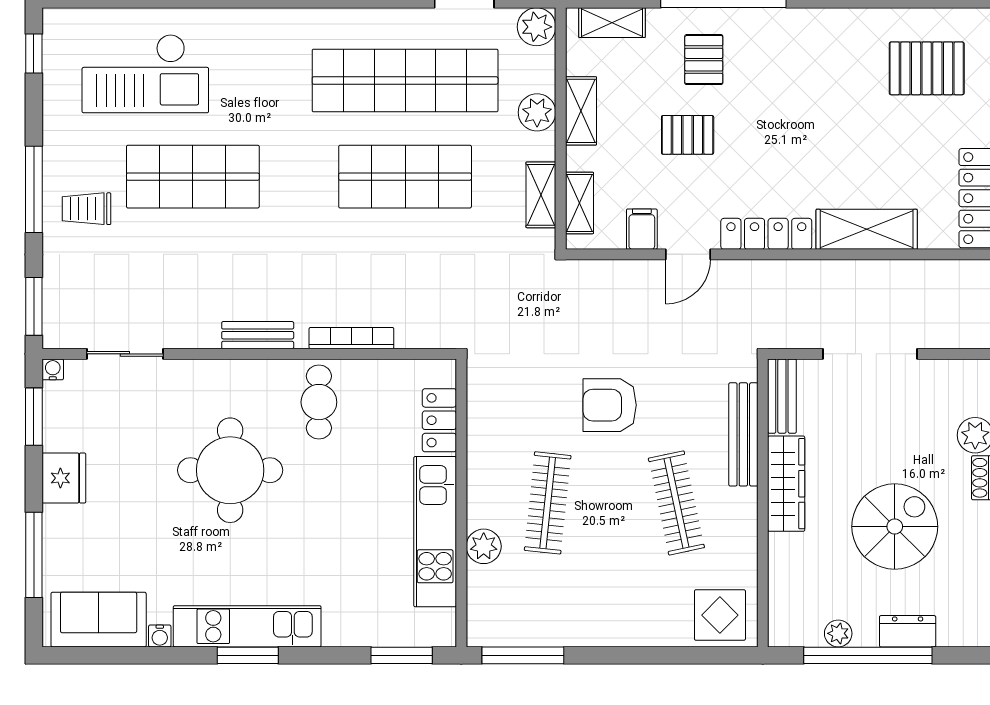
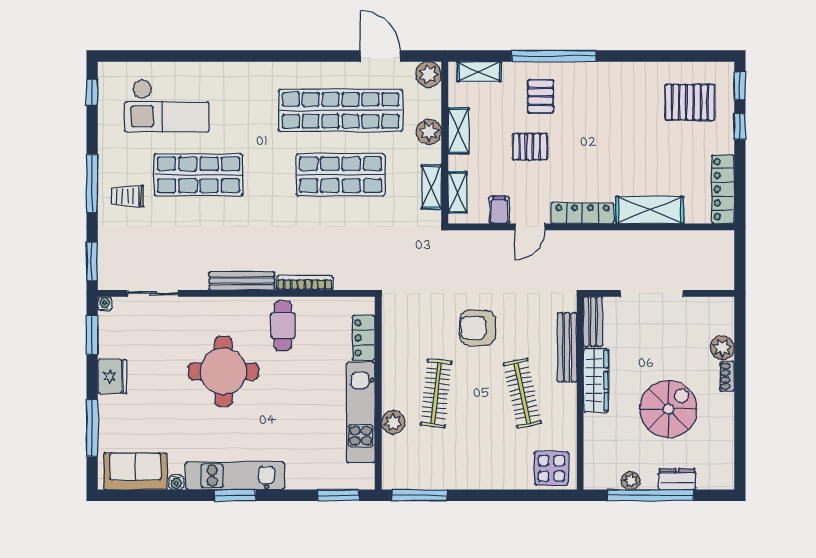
bench: (258, 335) -> (242, 281), width x1.36

